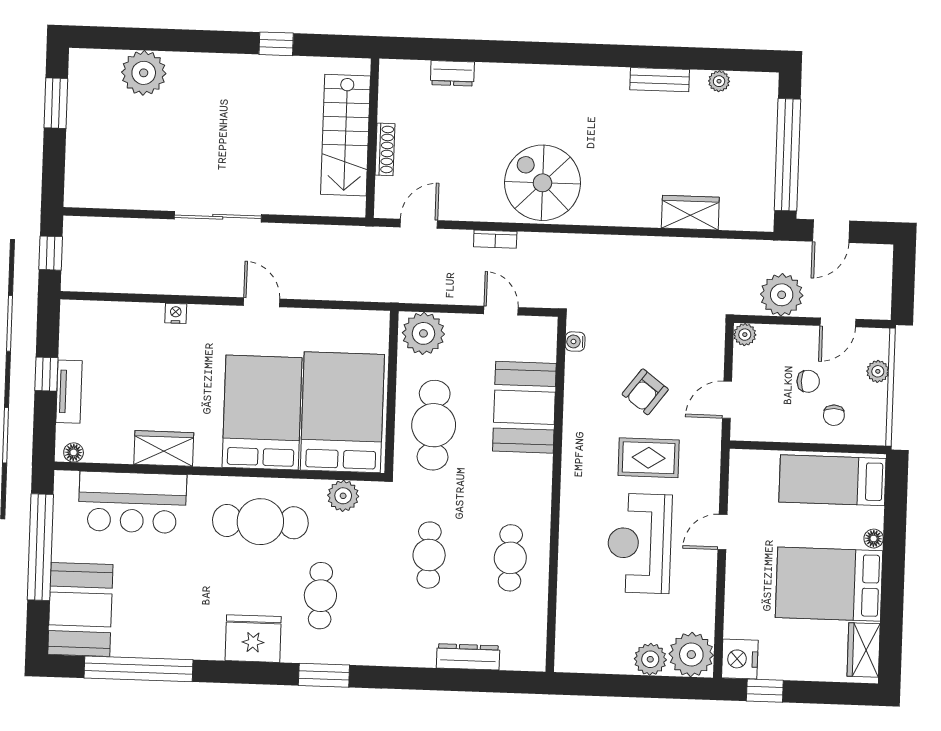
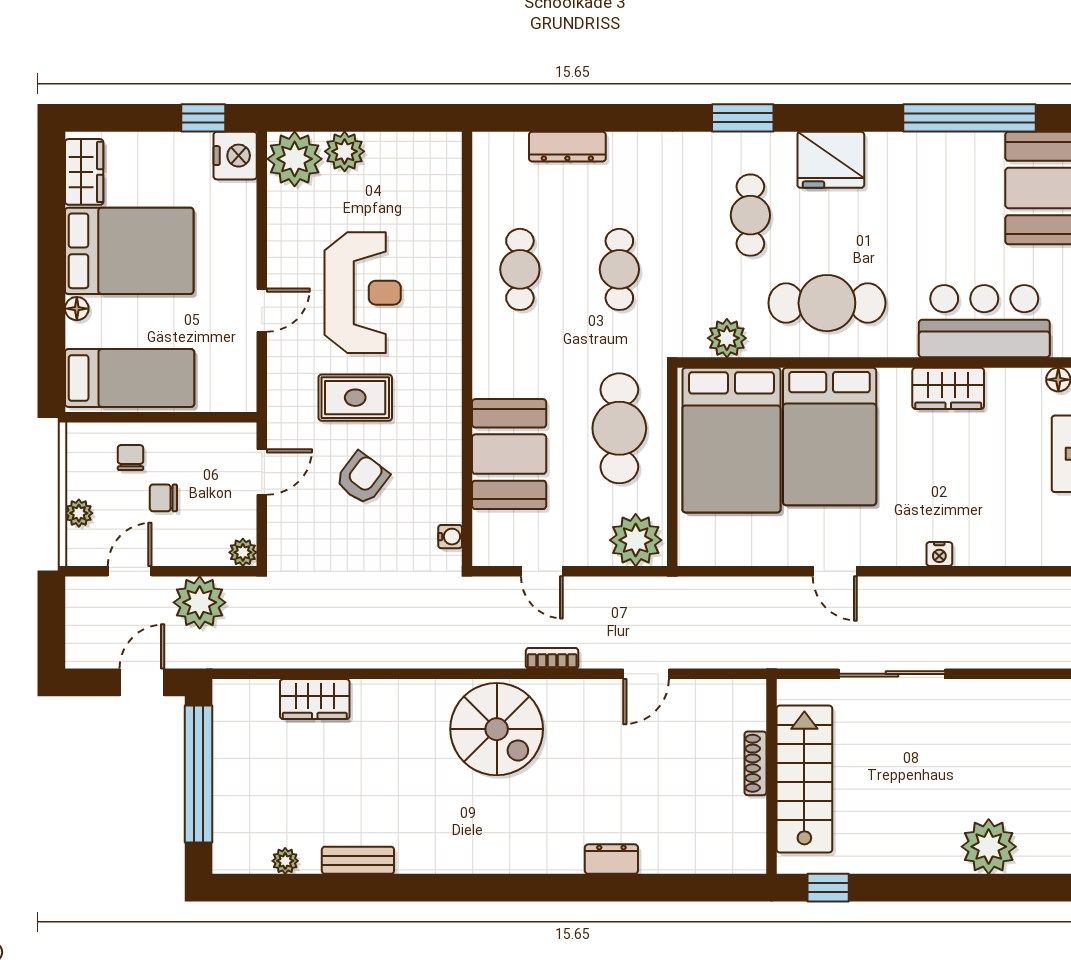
stairs: (346, 135) -> (804, 779), moved
wall: (372, 138) -> (771, 776), moved
shoe rack: (385, 149) -> (755, 763), moved

